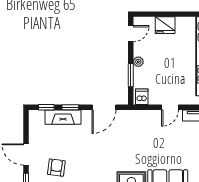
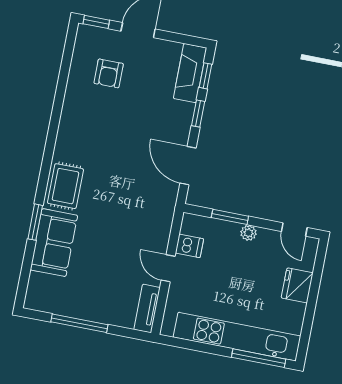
dishwasher: (142, 97) -> (189, 246), moved
fireplace: (63, 117) -> (190, 73), moved
armchair: (56, 168) -> (109, 73), turned 83

